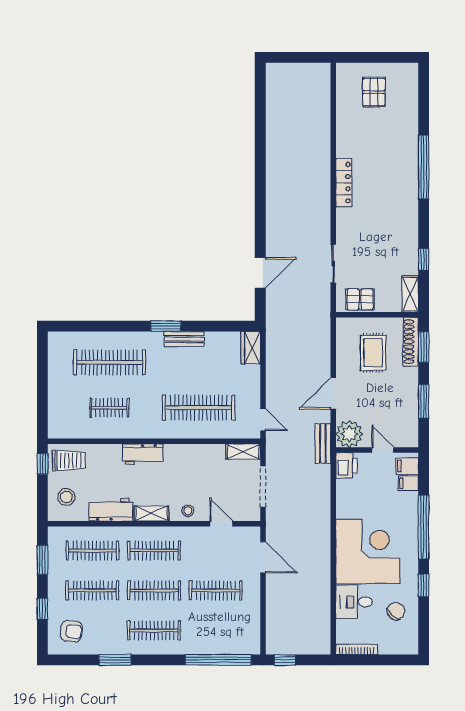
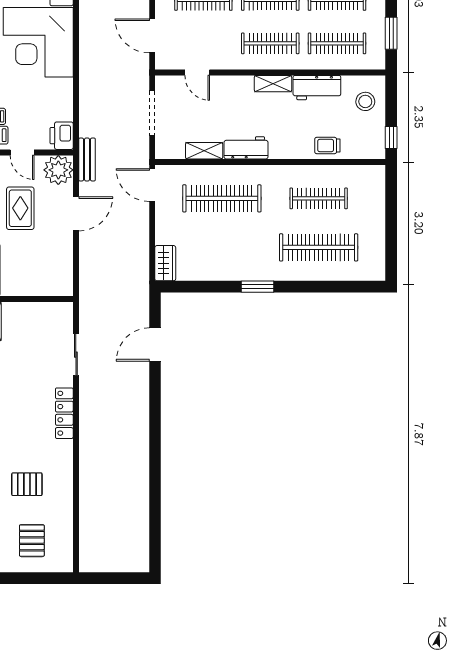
locker: (344, 183) -> (64, 413), moved
pallet: (360, 299) -> (27, 484), moved
bench: (184, 339) -> (238, 273), removed
rug: (373, 353) -> (20, 208), moved
clothes rail: (109, 408) -> (319, 198), width x1.36
door: (263, 420) -> (152, 185), width x1.38
shelving: (243, 452) -> (204, 151), moved
workbench: (143, 454) -> (246, 148), moved
trolley: (69, 460) -> (327, 145), moved, width x0.73, depth x0.72
stool: (188, 511) -> (233, 87), removed

